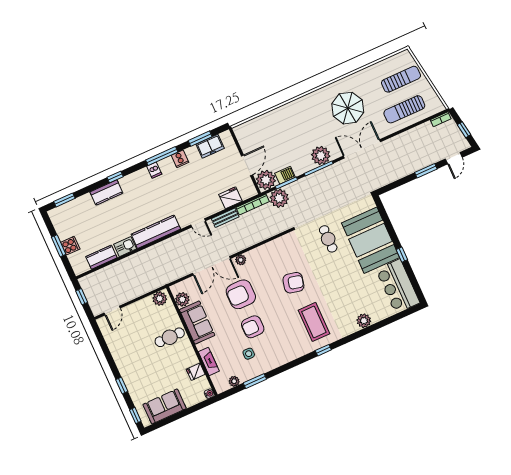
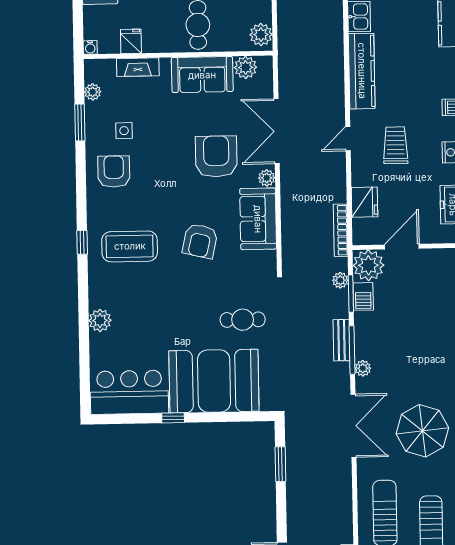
plant: (321, 156) -> (363, 368), width x0.53, depth x0.53
door: (247, 165) -> (402, 247), swing flipped
window: (426, 171) -> (280, 464), moved
trolley: (190, 194) -> (396, 145), added
plant: (279, 198) -> (340, 280), width x0.53, depth x0.53
bench: (225, 218) -> (342, 340), moved
sofa: (266, 255) -> (258, 219), added
armchair: (253, 327) -> (114, 172), moved

